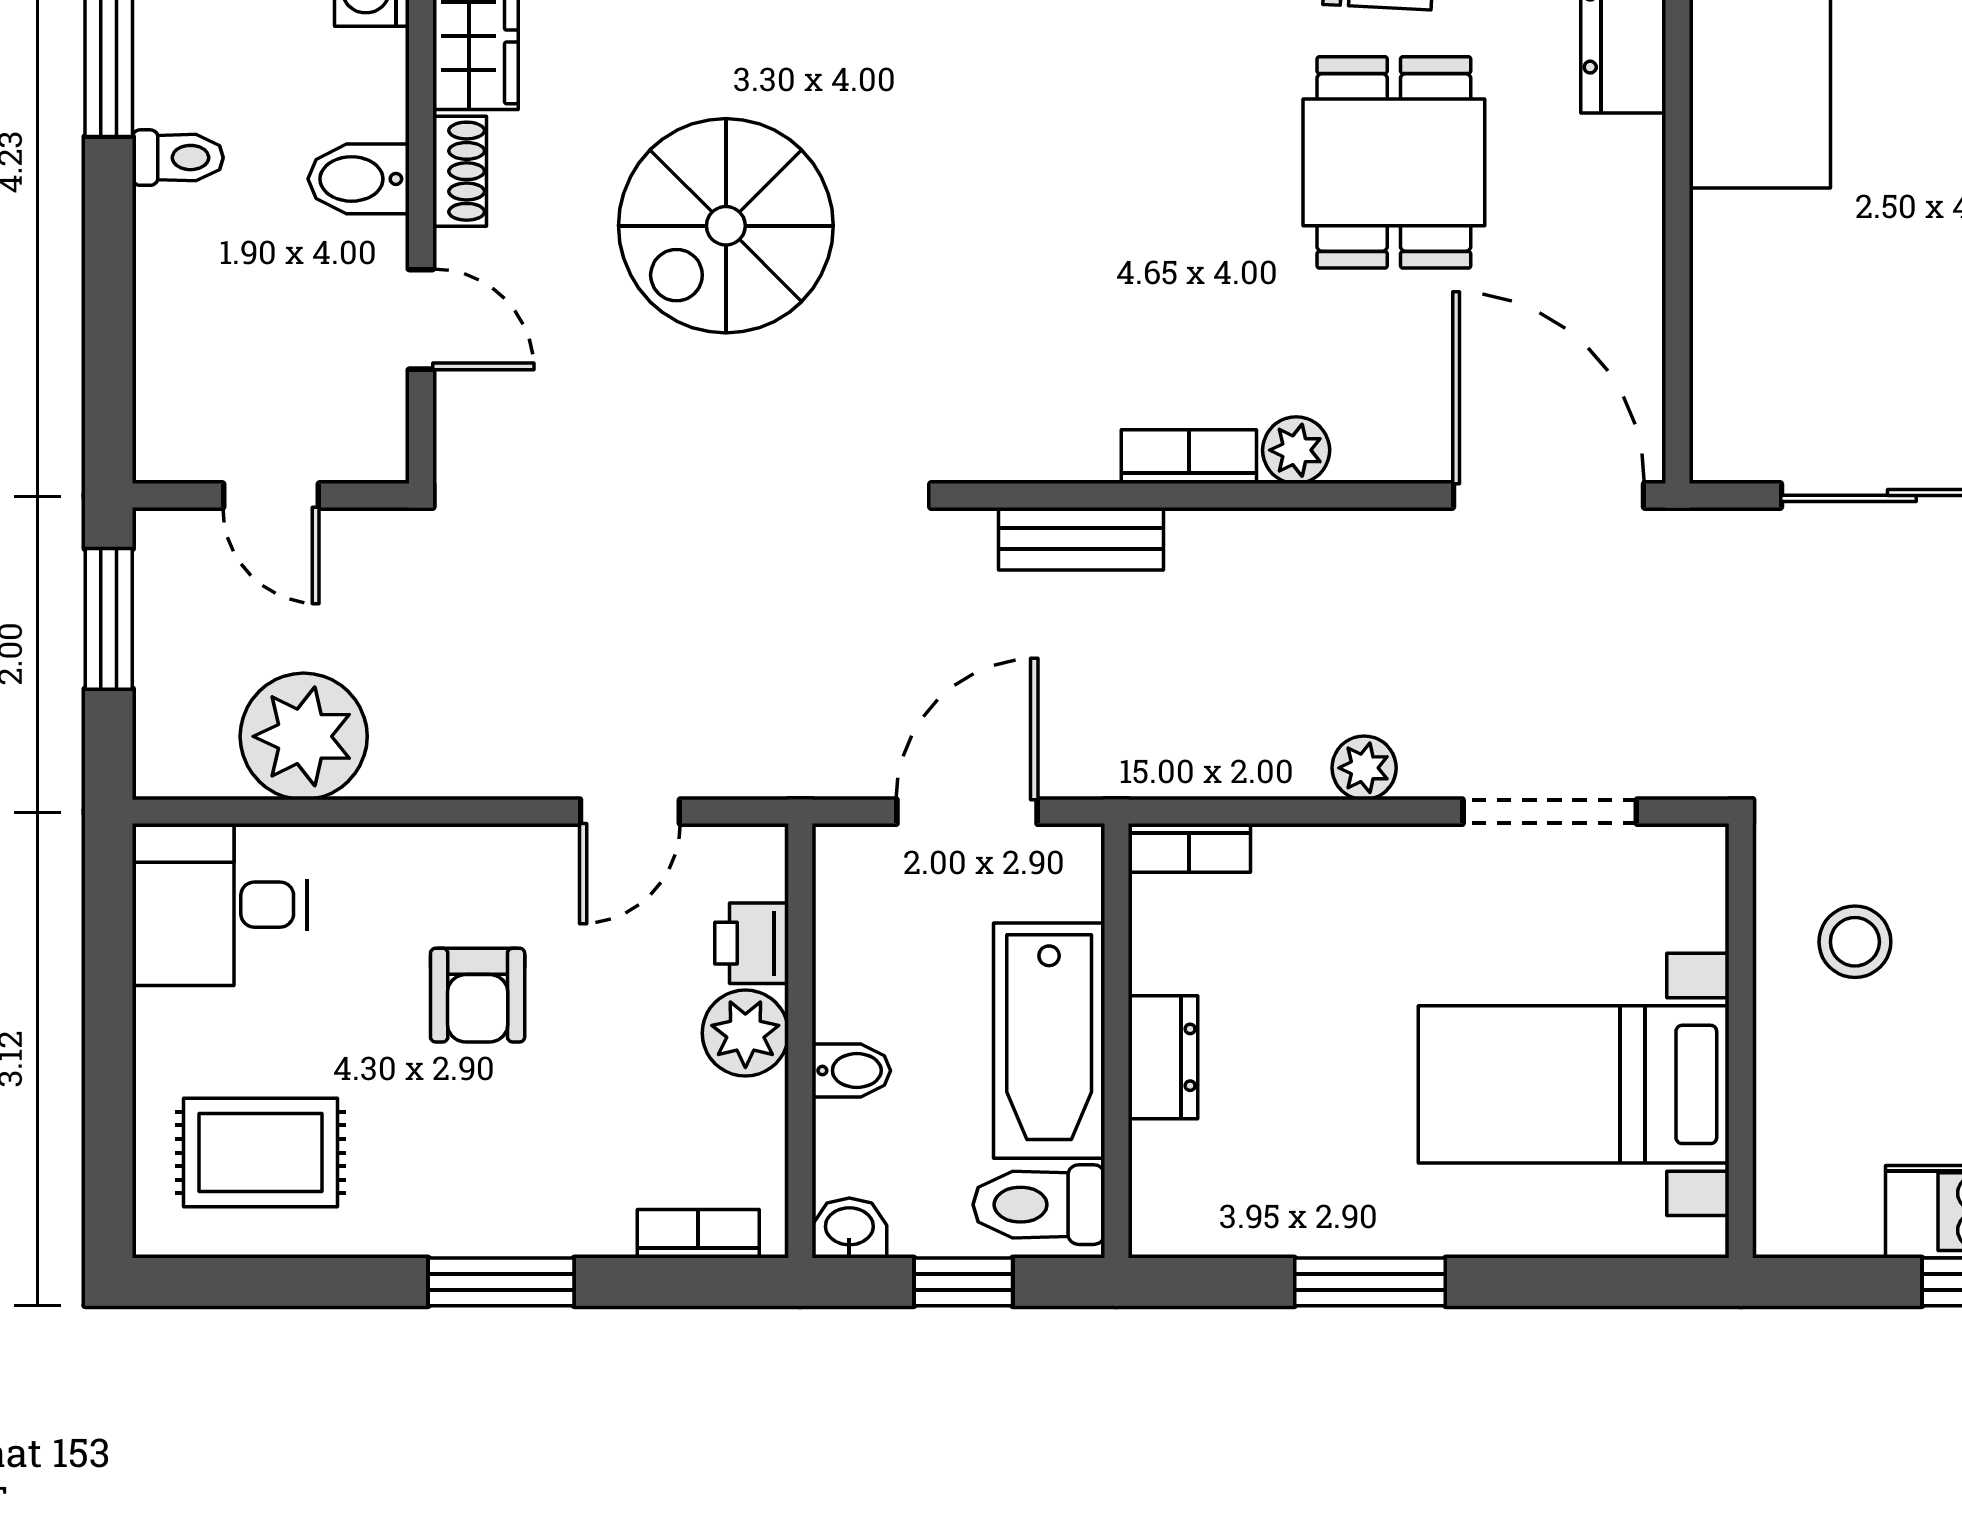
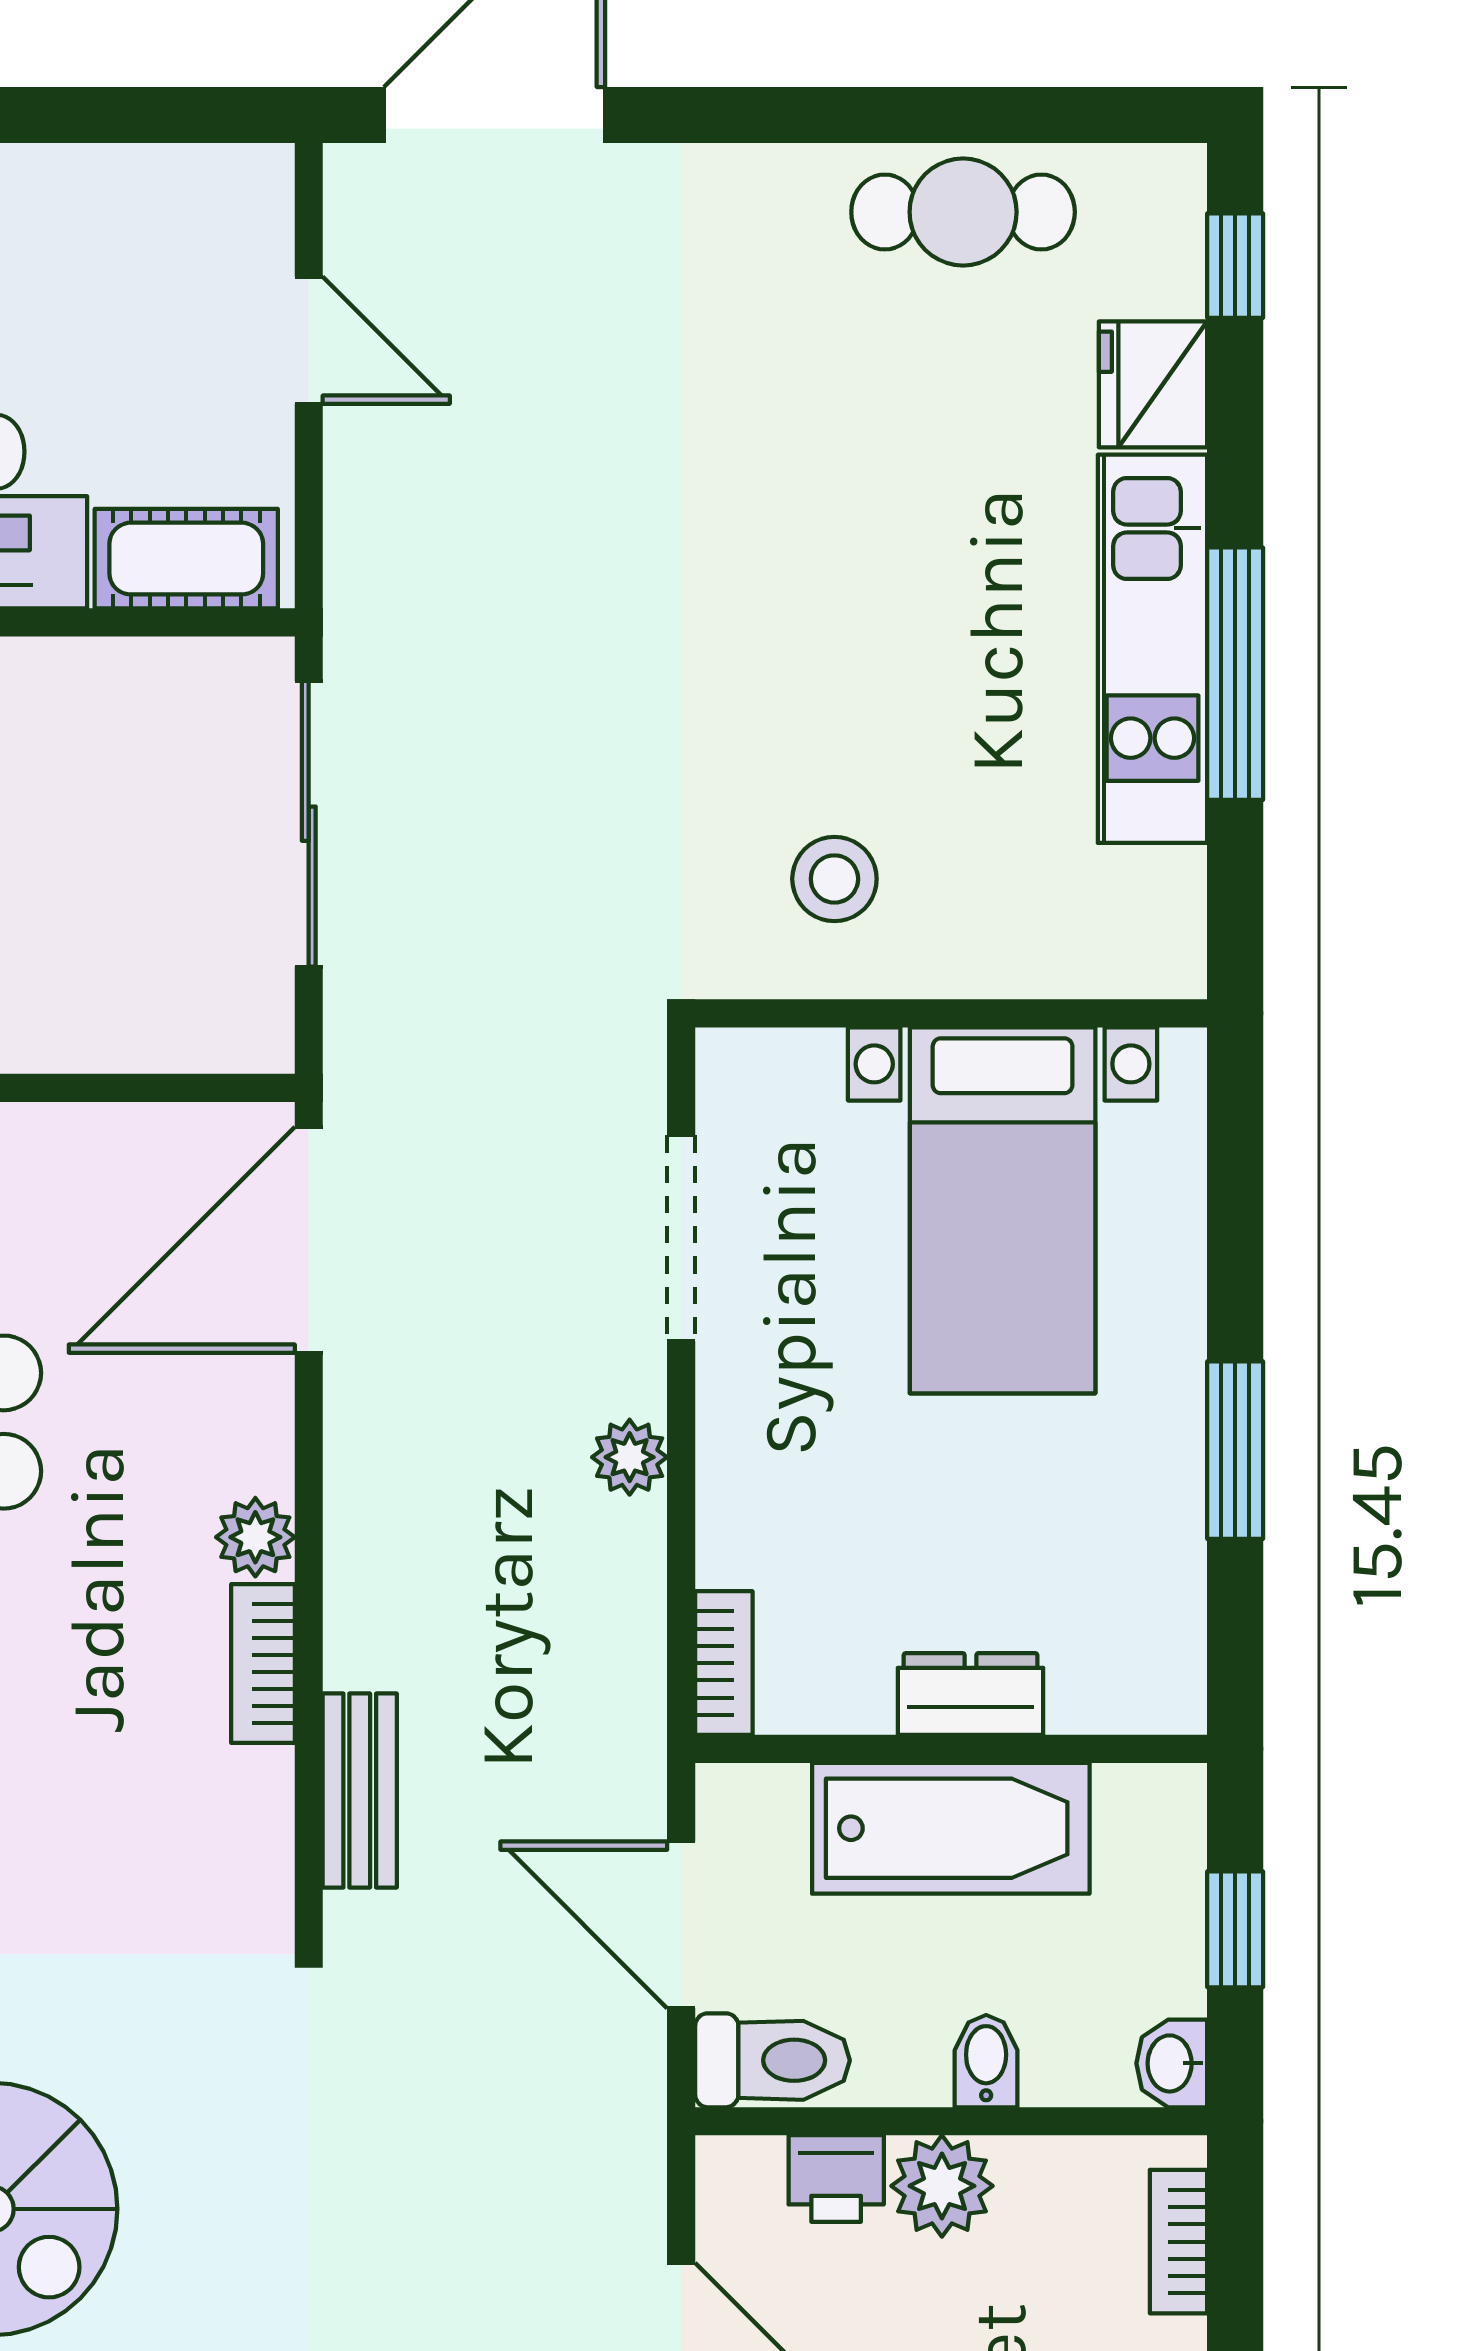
toilet: (1039, 1205) -> (772, 2060), moved, turned -90

